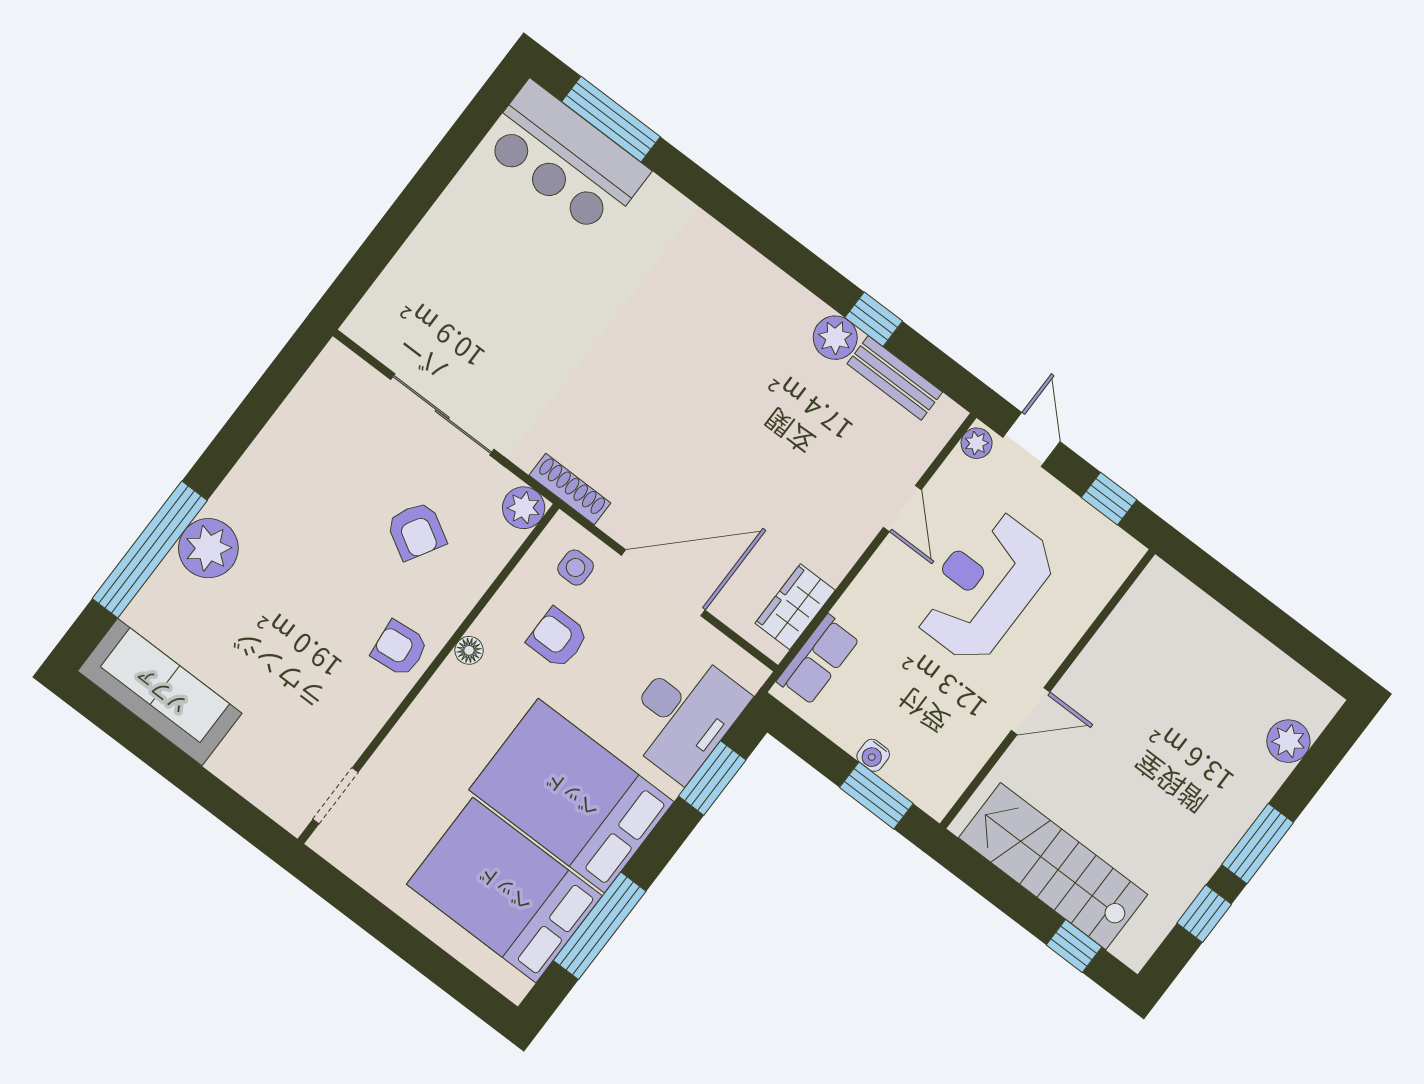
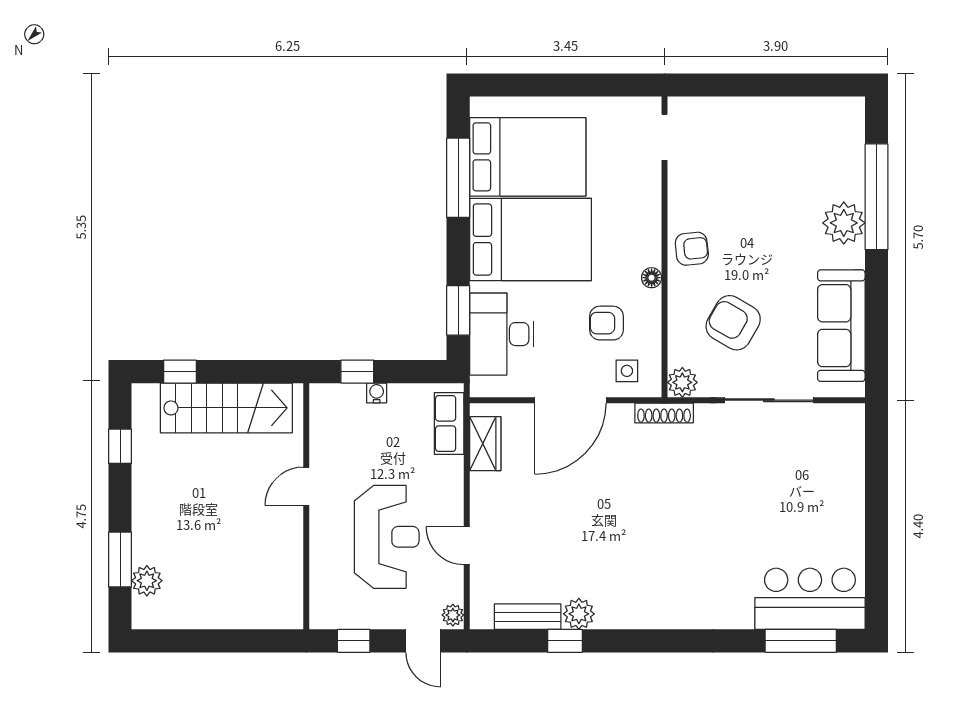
armchair: (416, 531) -> (733, 323), width x1.38, depth x1.38
armchair: (558, 638) -> (606, 323), turned 180
sofa: (160, 692) -> (841, 326), moved, turned 90
window: (876, 795) -> (357, 372), width x0.67
window: (1258, 844) -> (120, 560), moved

